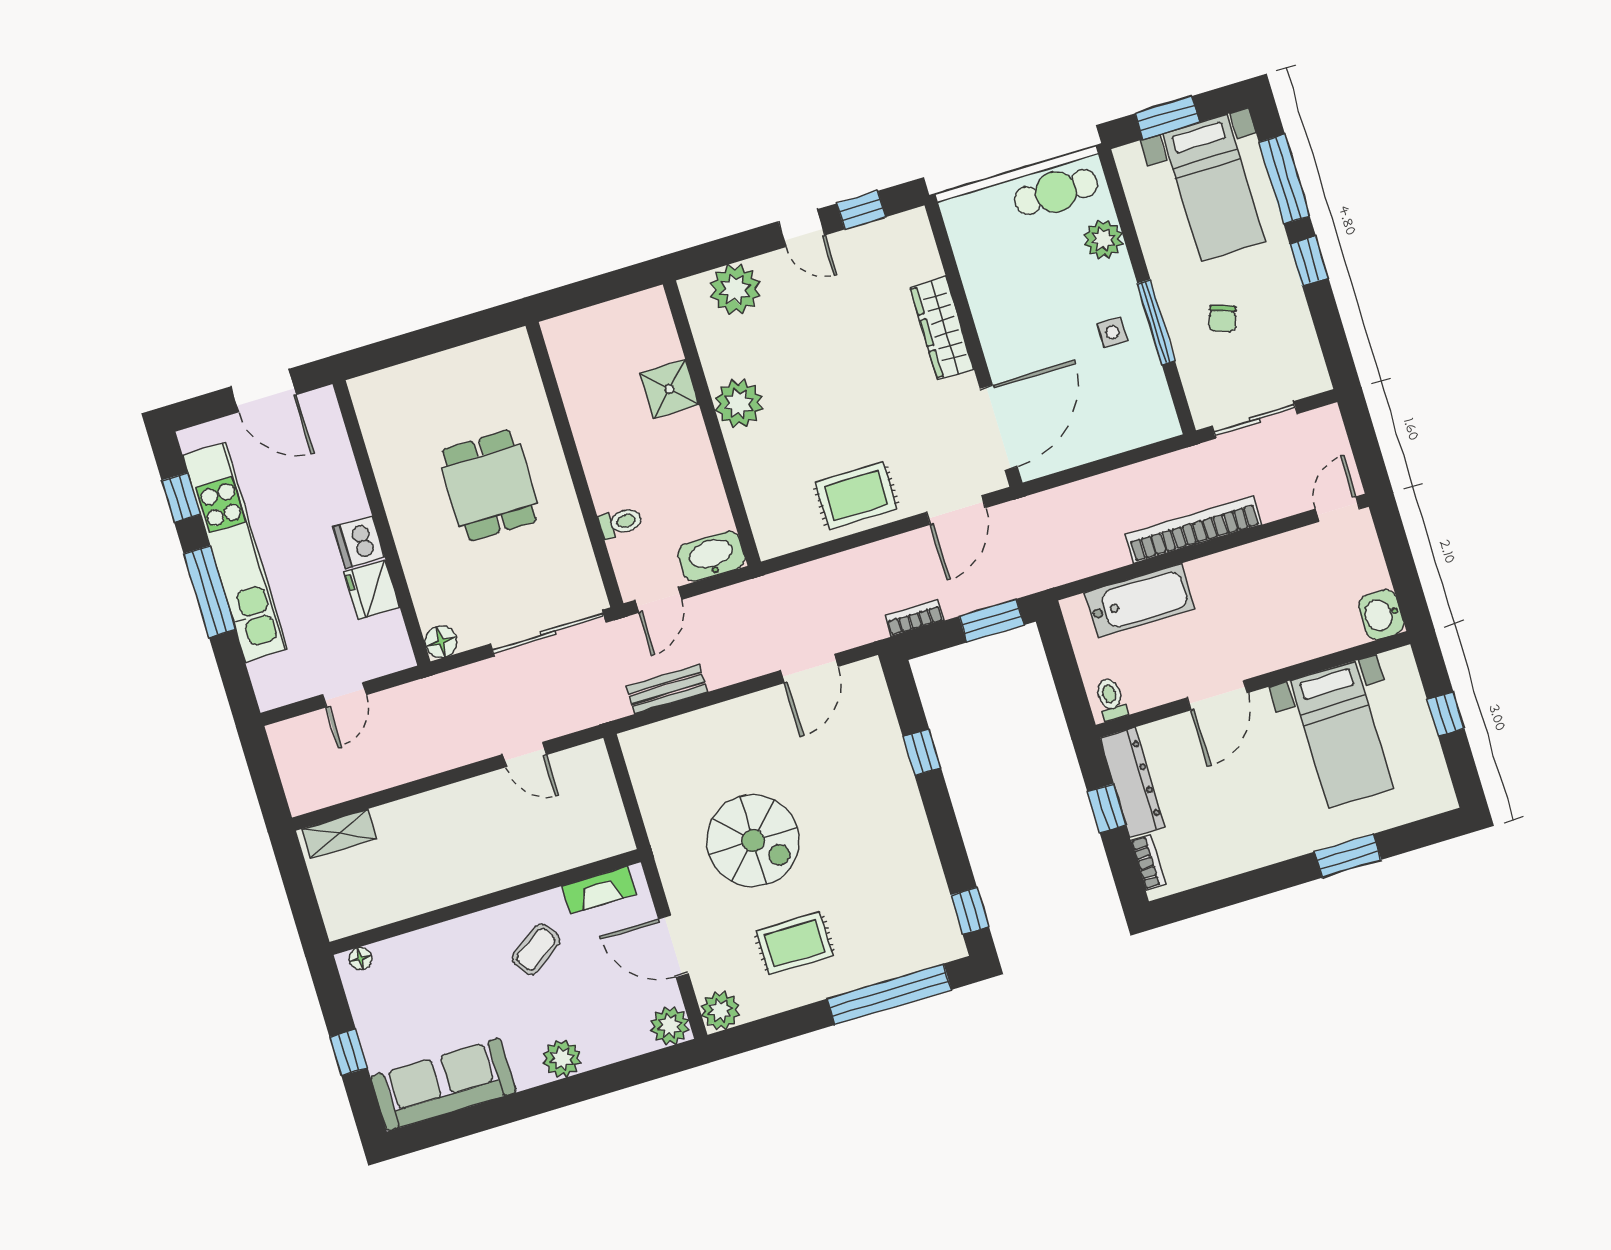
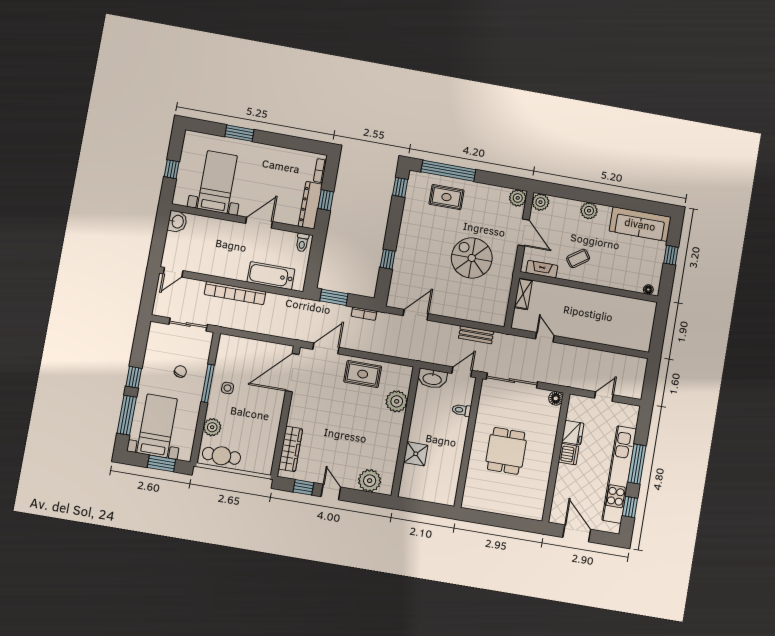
wardrobe: (942, 328) -> (290, 449), moved
plant: (739, 404) -> (397, 401), moved
shelving: (339, 834) -> (523, 294), moved, turned 90
rug: (794, 943) -> (446, 197), moved

